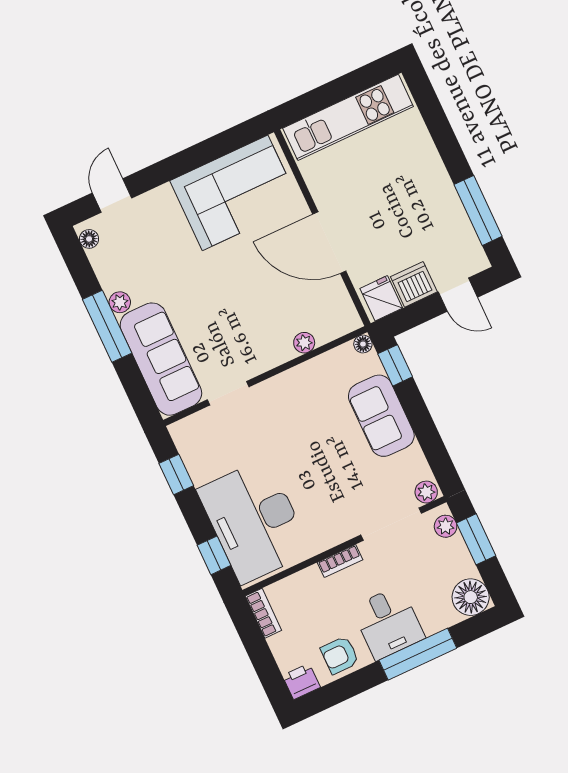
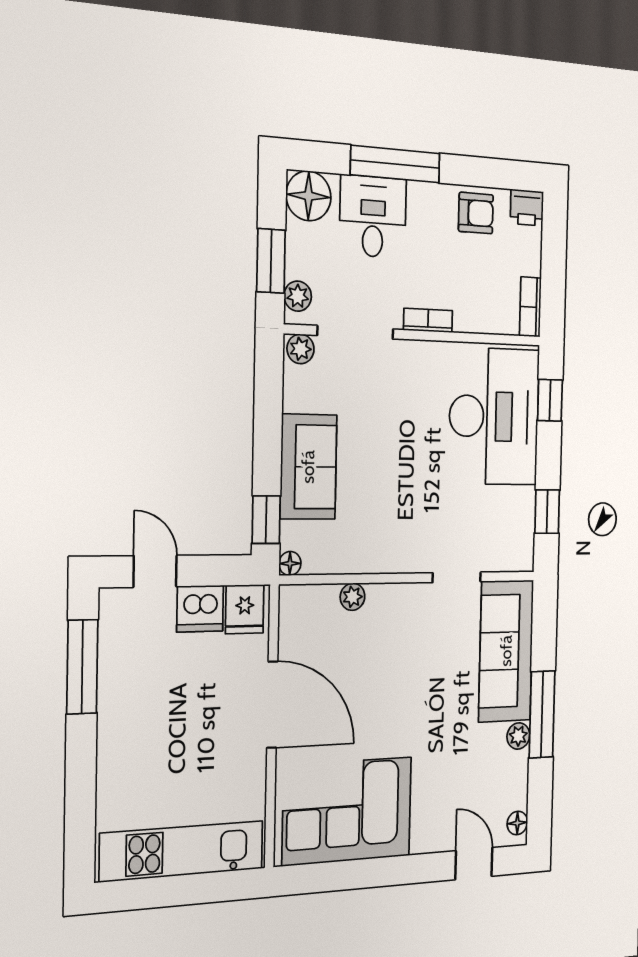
door: (112, 195) -> (474, 864), swing flipped
desk: (388, 623) -> (373, 217), moved

